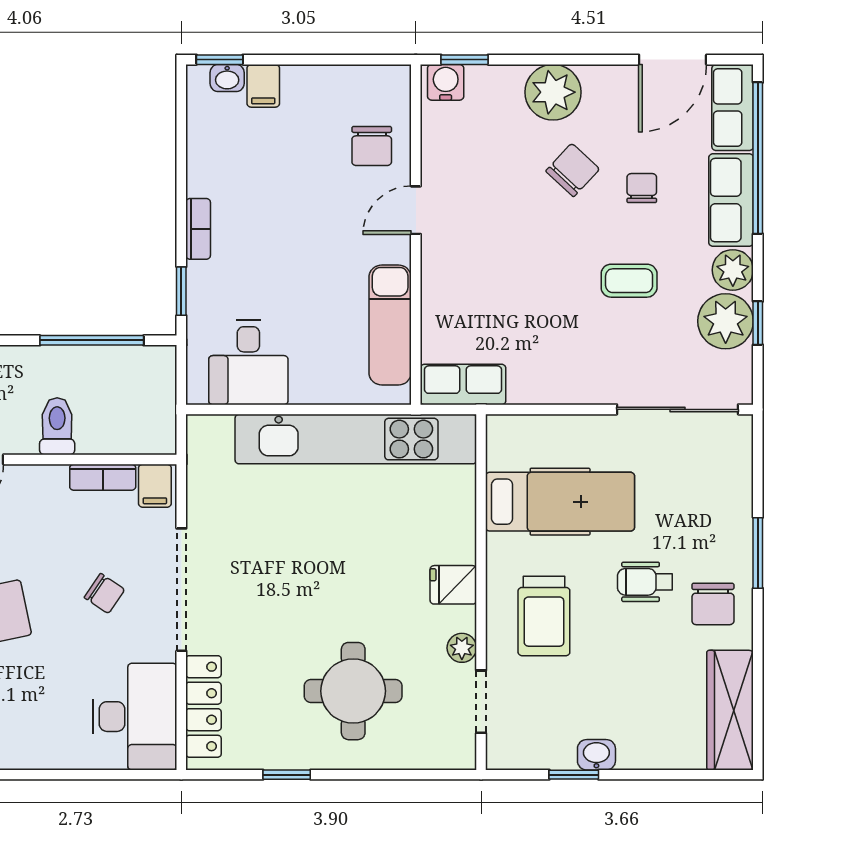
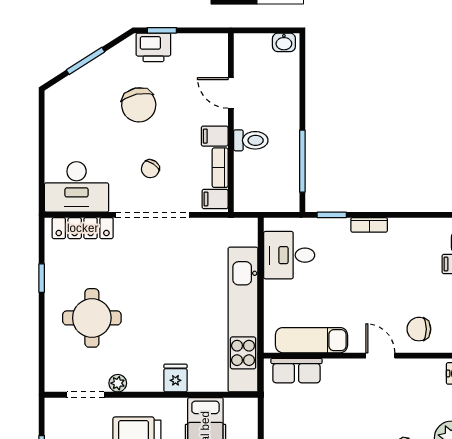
row of seats: (463, 384) -> (296, 371), moved, turned 90
filing cabinet: (50, 486) -> (215, 136), added
fridge: (453, 585) -> (175, 378), moved

